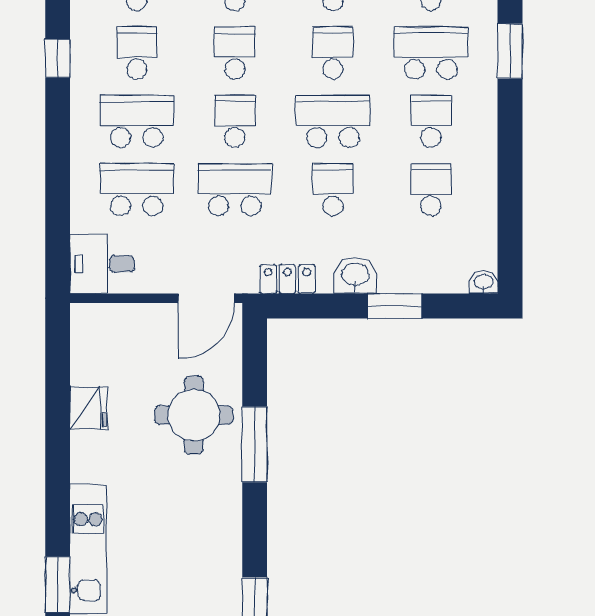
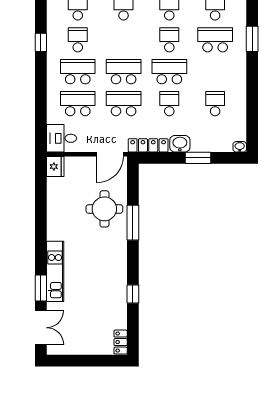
school desk: (235, 53) -> (124, 40), removed
school desk: (235, 121) -> (124, 72), width x1.85
school desk: (431, 121) -> (215, 72), removed
locker: (287, 279) -> (148, 145), width x1.53
fridge: (88, 408) -> (55, 167), moved

